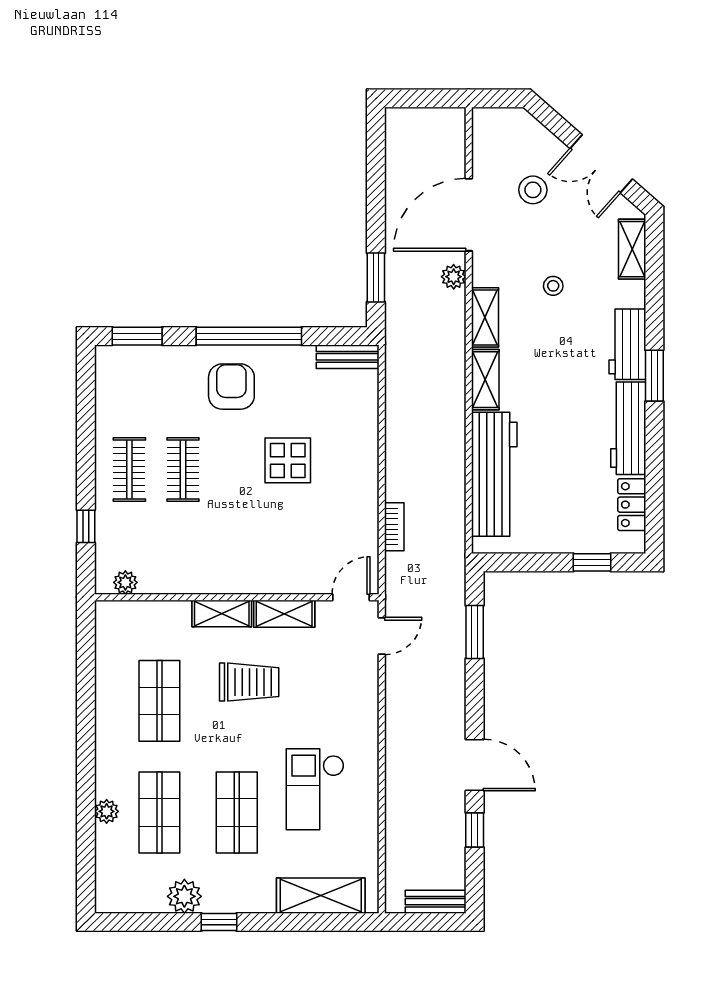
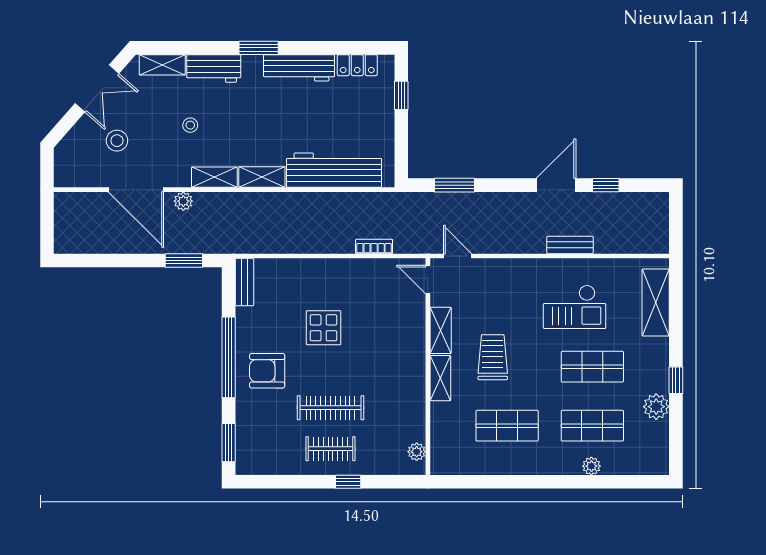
workbench: (627, 344) -> (214, 68), moved
clothes rail: (183, 470) -> (330, 408), width x1.36
window: (86, 526) -> (348, 482), moved
bench: (436, 902) -> (570, 245), moved, turned 90

